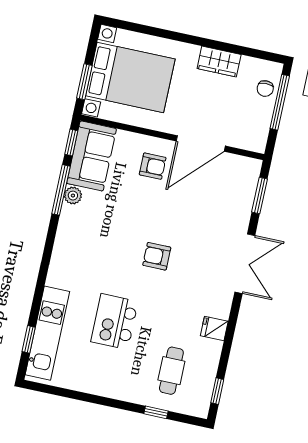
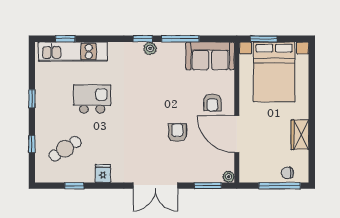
window: (71, 142) -> (143, 39), moved
plant: (254, 166) -> (229, 177), added
plant: (73, 196) -> (150, 48), moved
armchair: (157, 256) -> (177, 133), moved
cafe table: (171, 371) -> (65, 149), turned -33
window: (217, 391) -> (74, 186), moved
window: (97, 400) -> (32, 99), added

